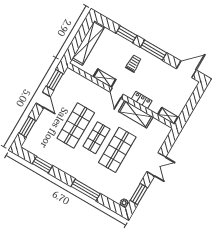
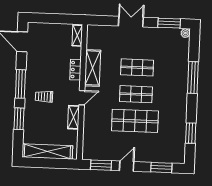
shop shelf: (117, 150) -> (137, 67), width x0.70, depth x0.74

